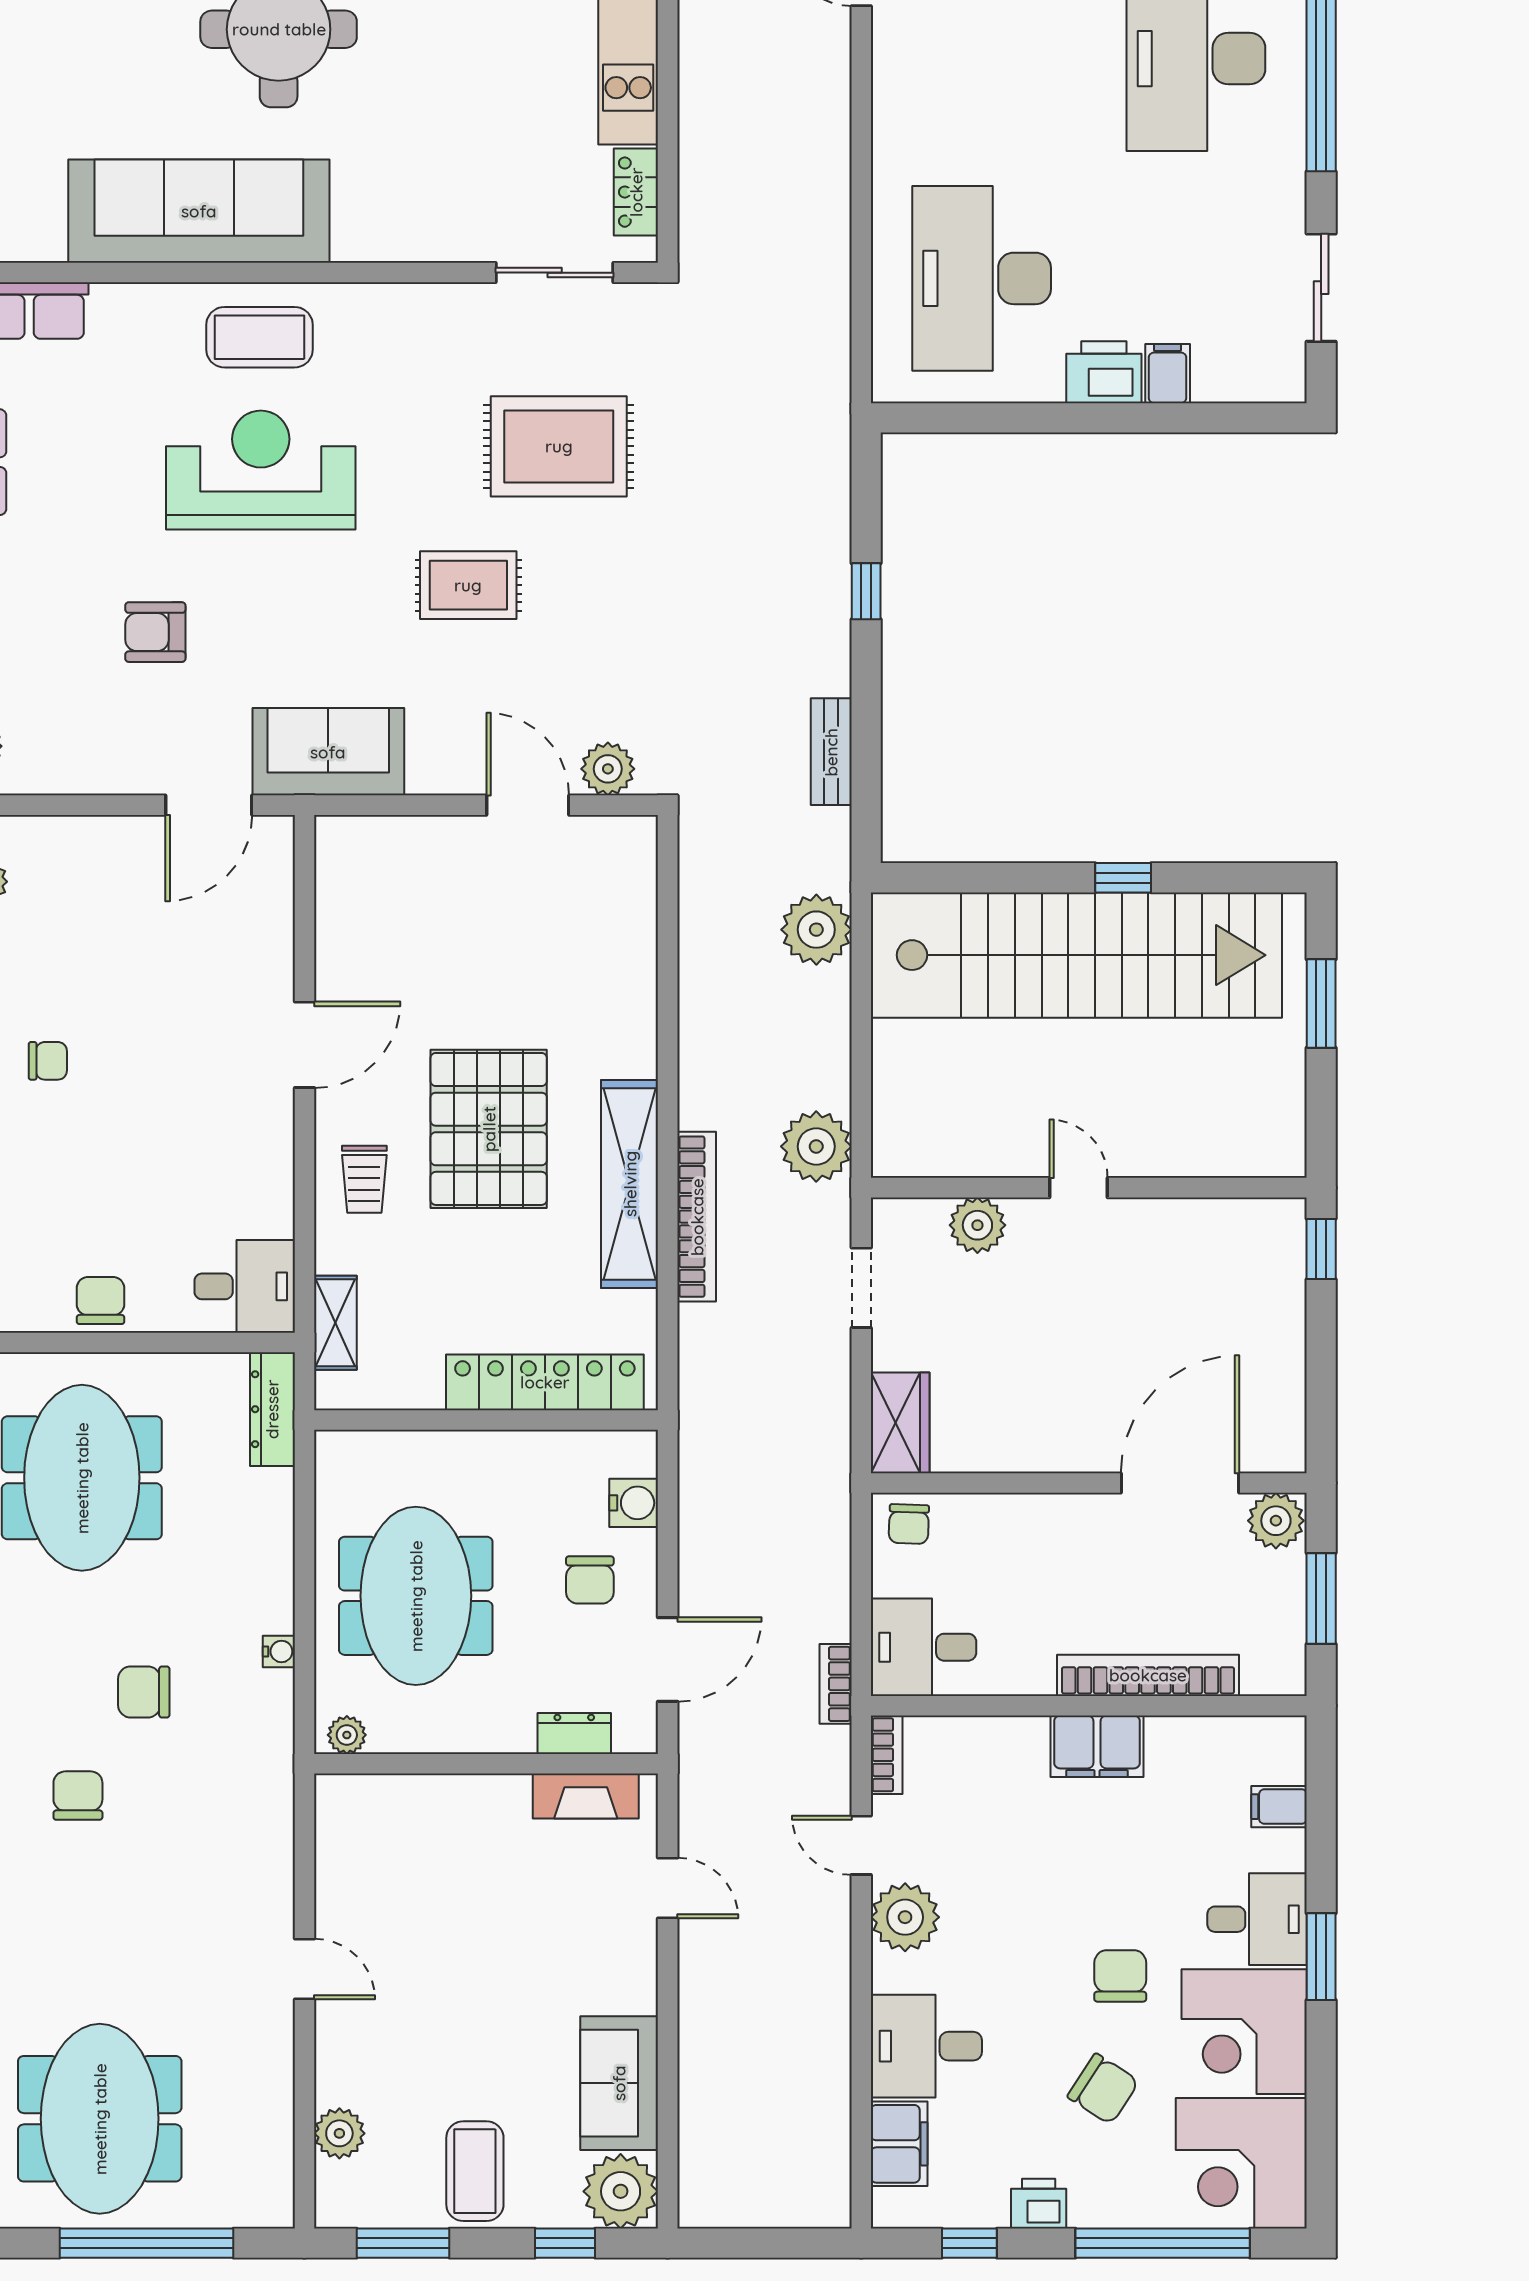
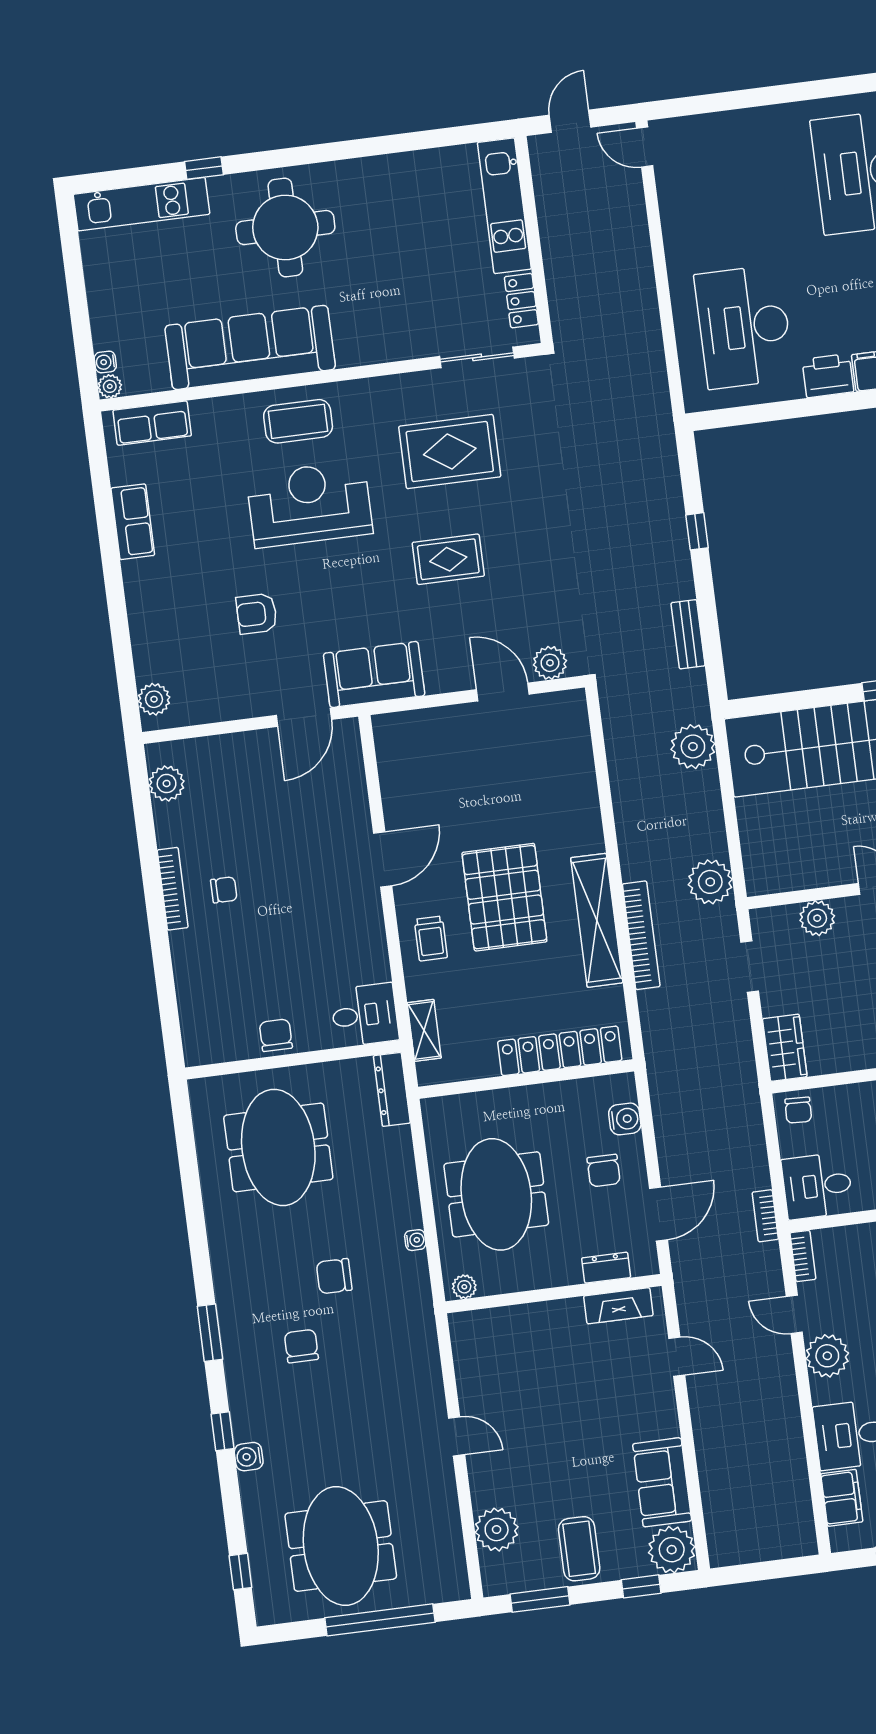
rug: (559, 446) -> (450, 452), moved
plant: (339, 2133) -> (497, 1530), width x1.36, depth x1.36

